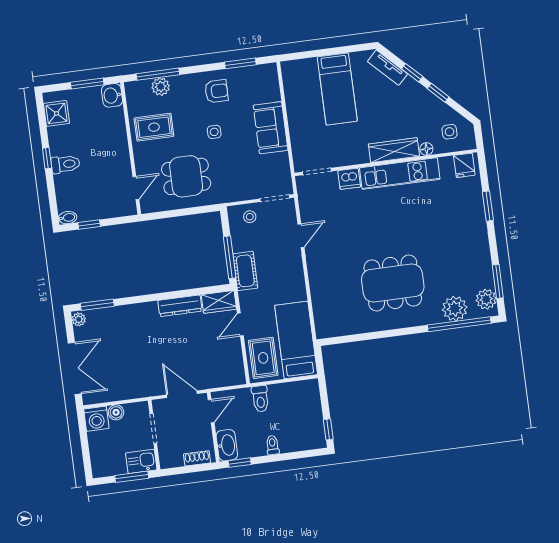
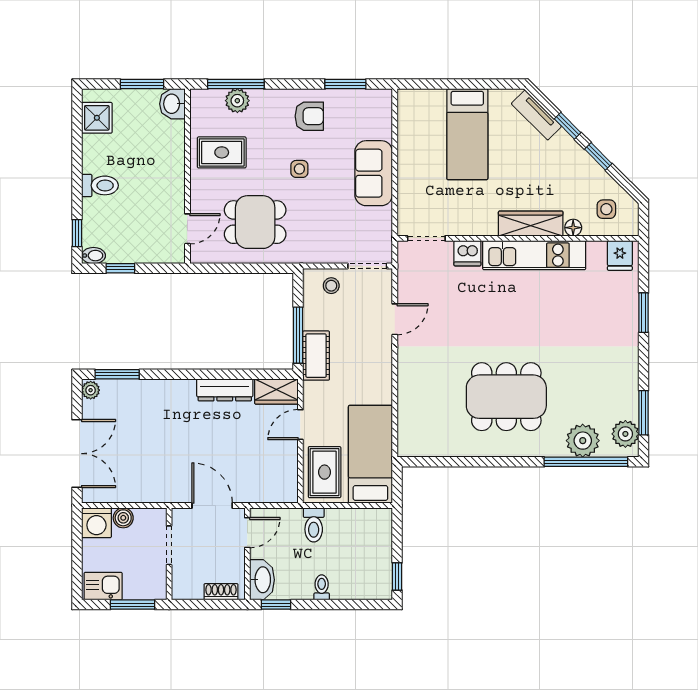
window: (47, 158) -> (77, 233), moved
kitchen sink: (141, 461) -> (103, 586), moved

